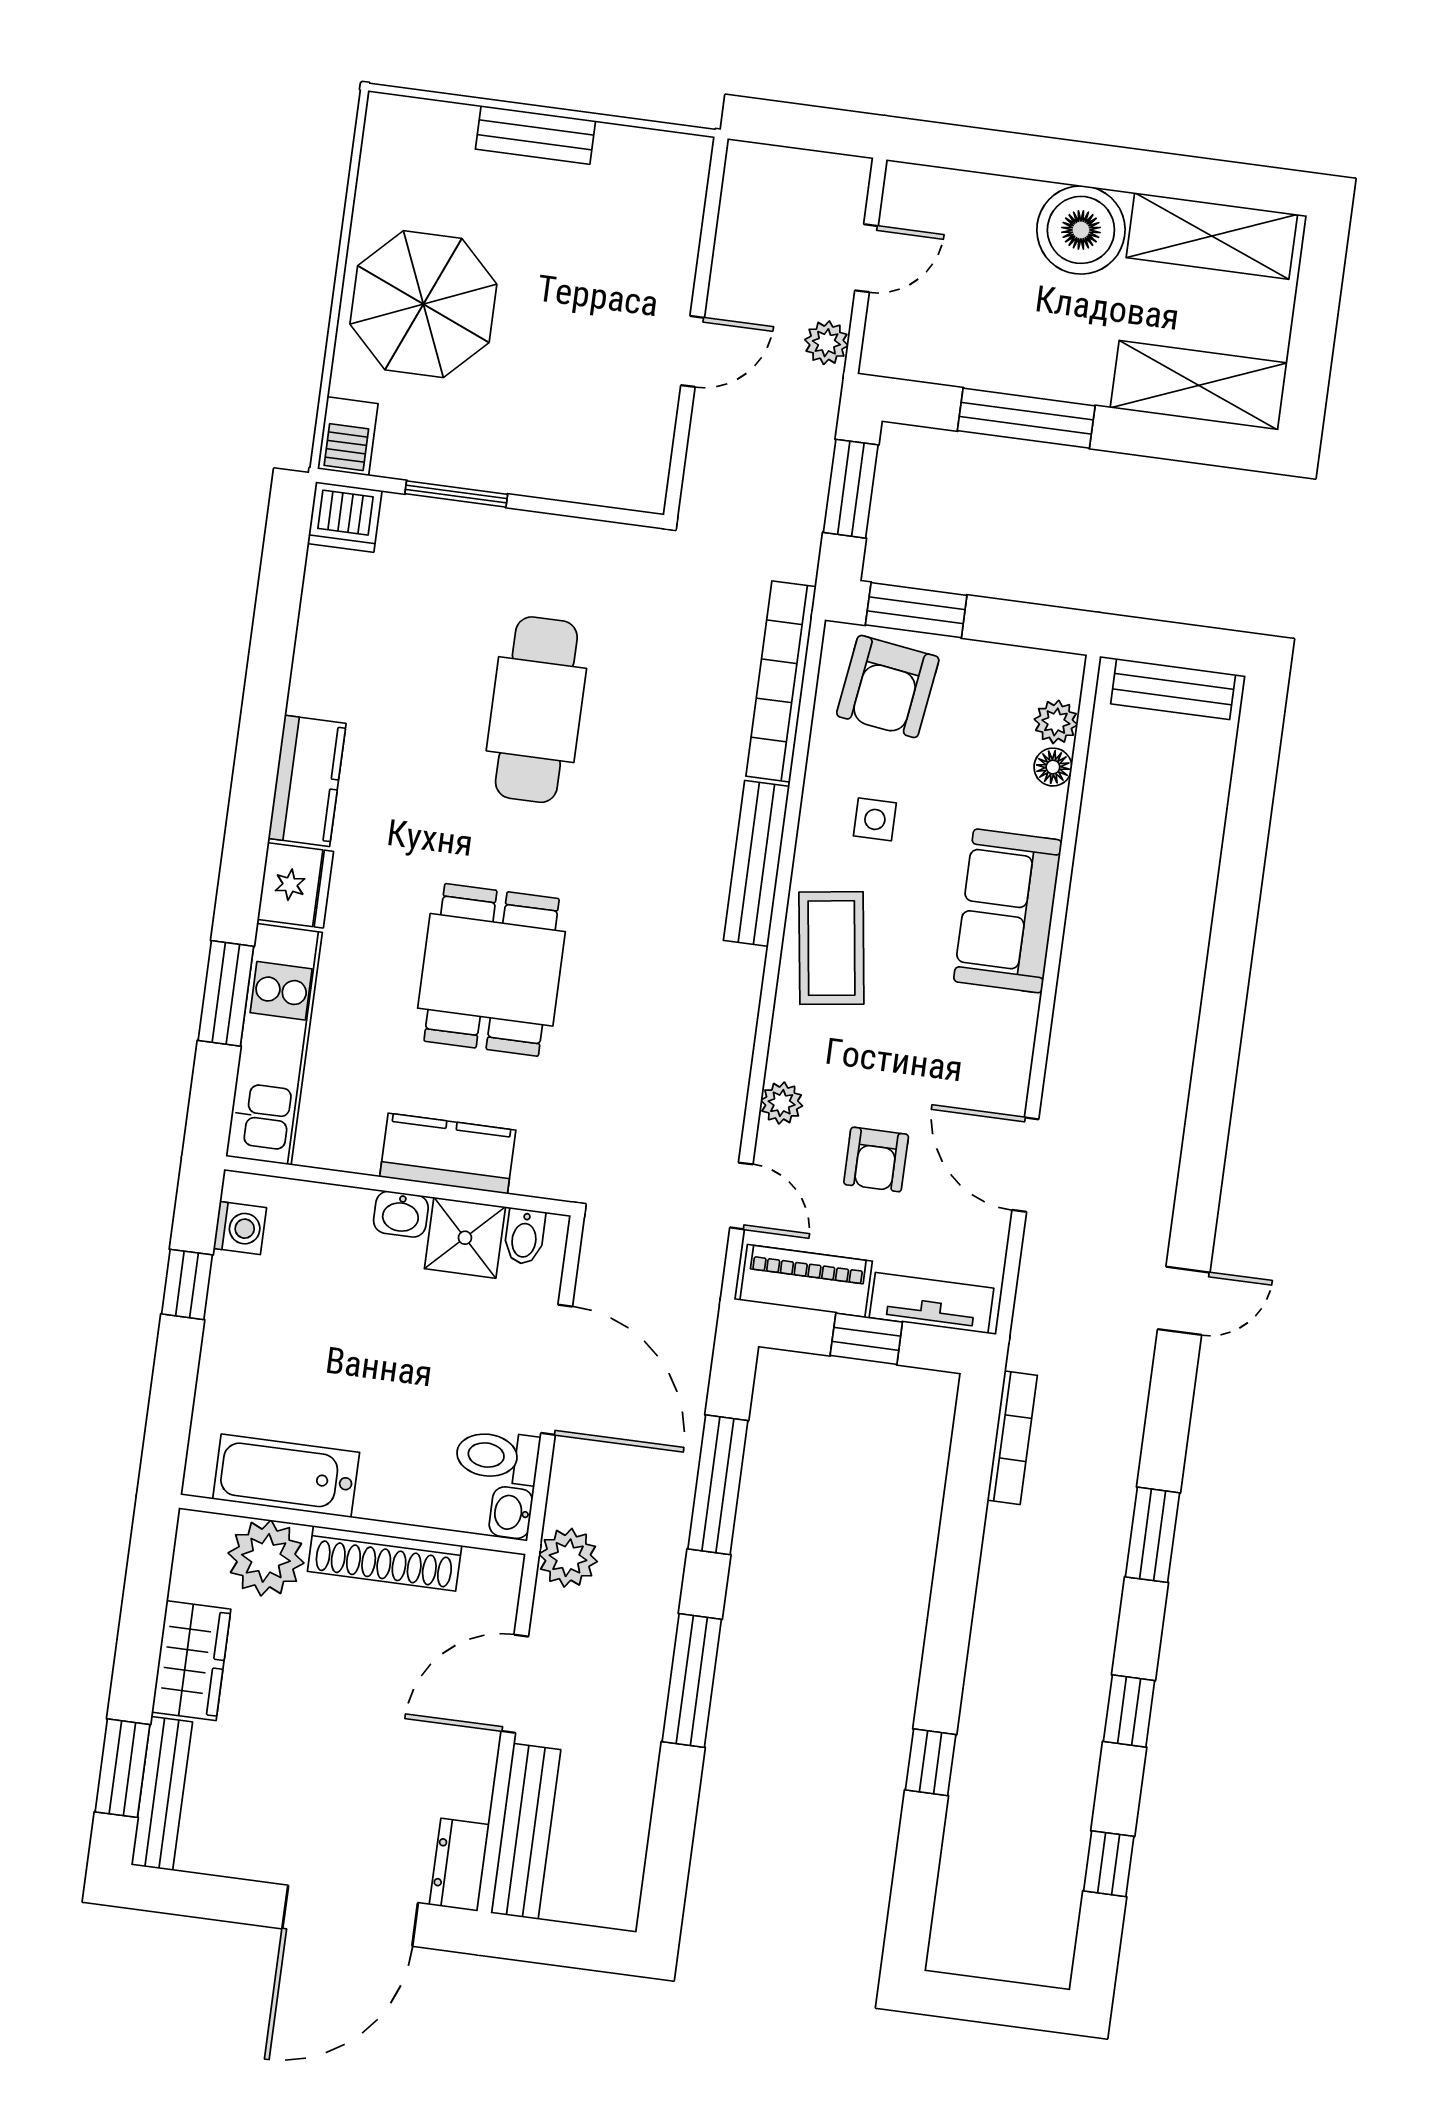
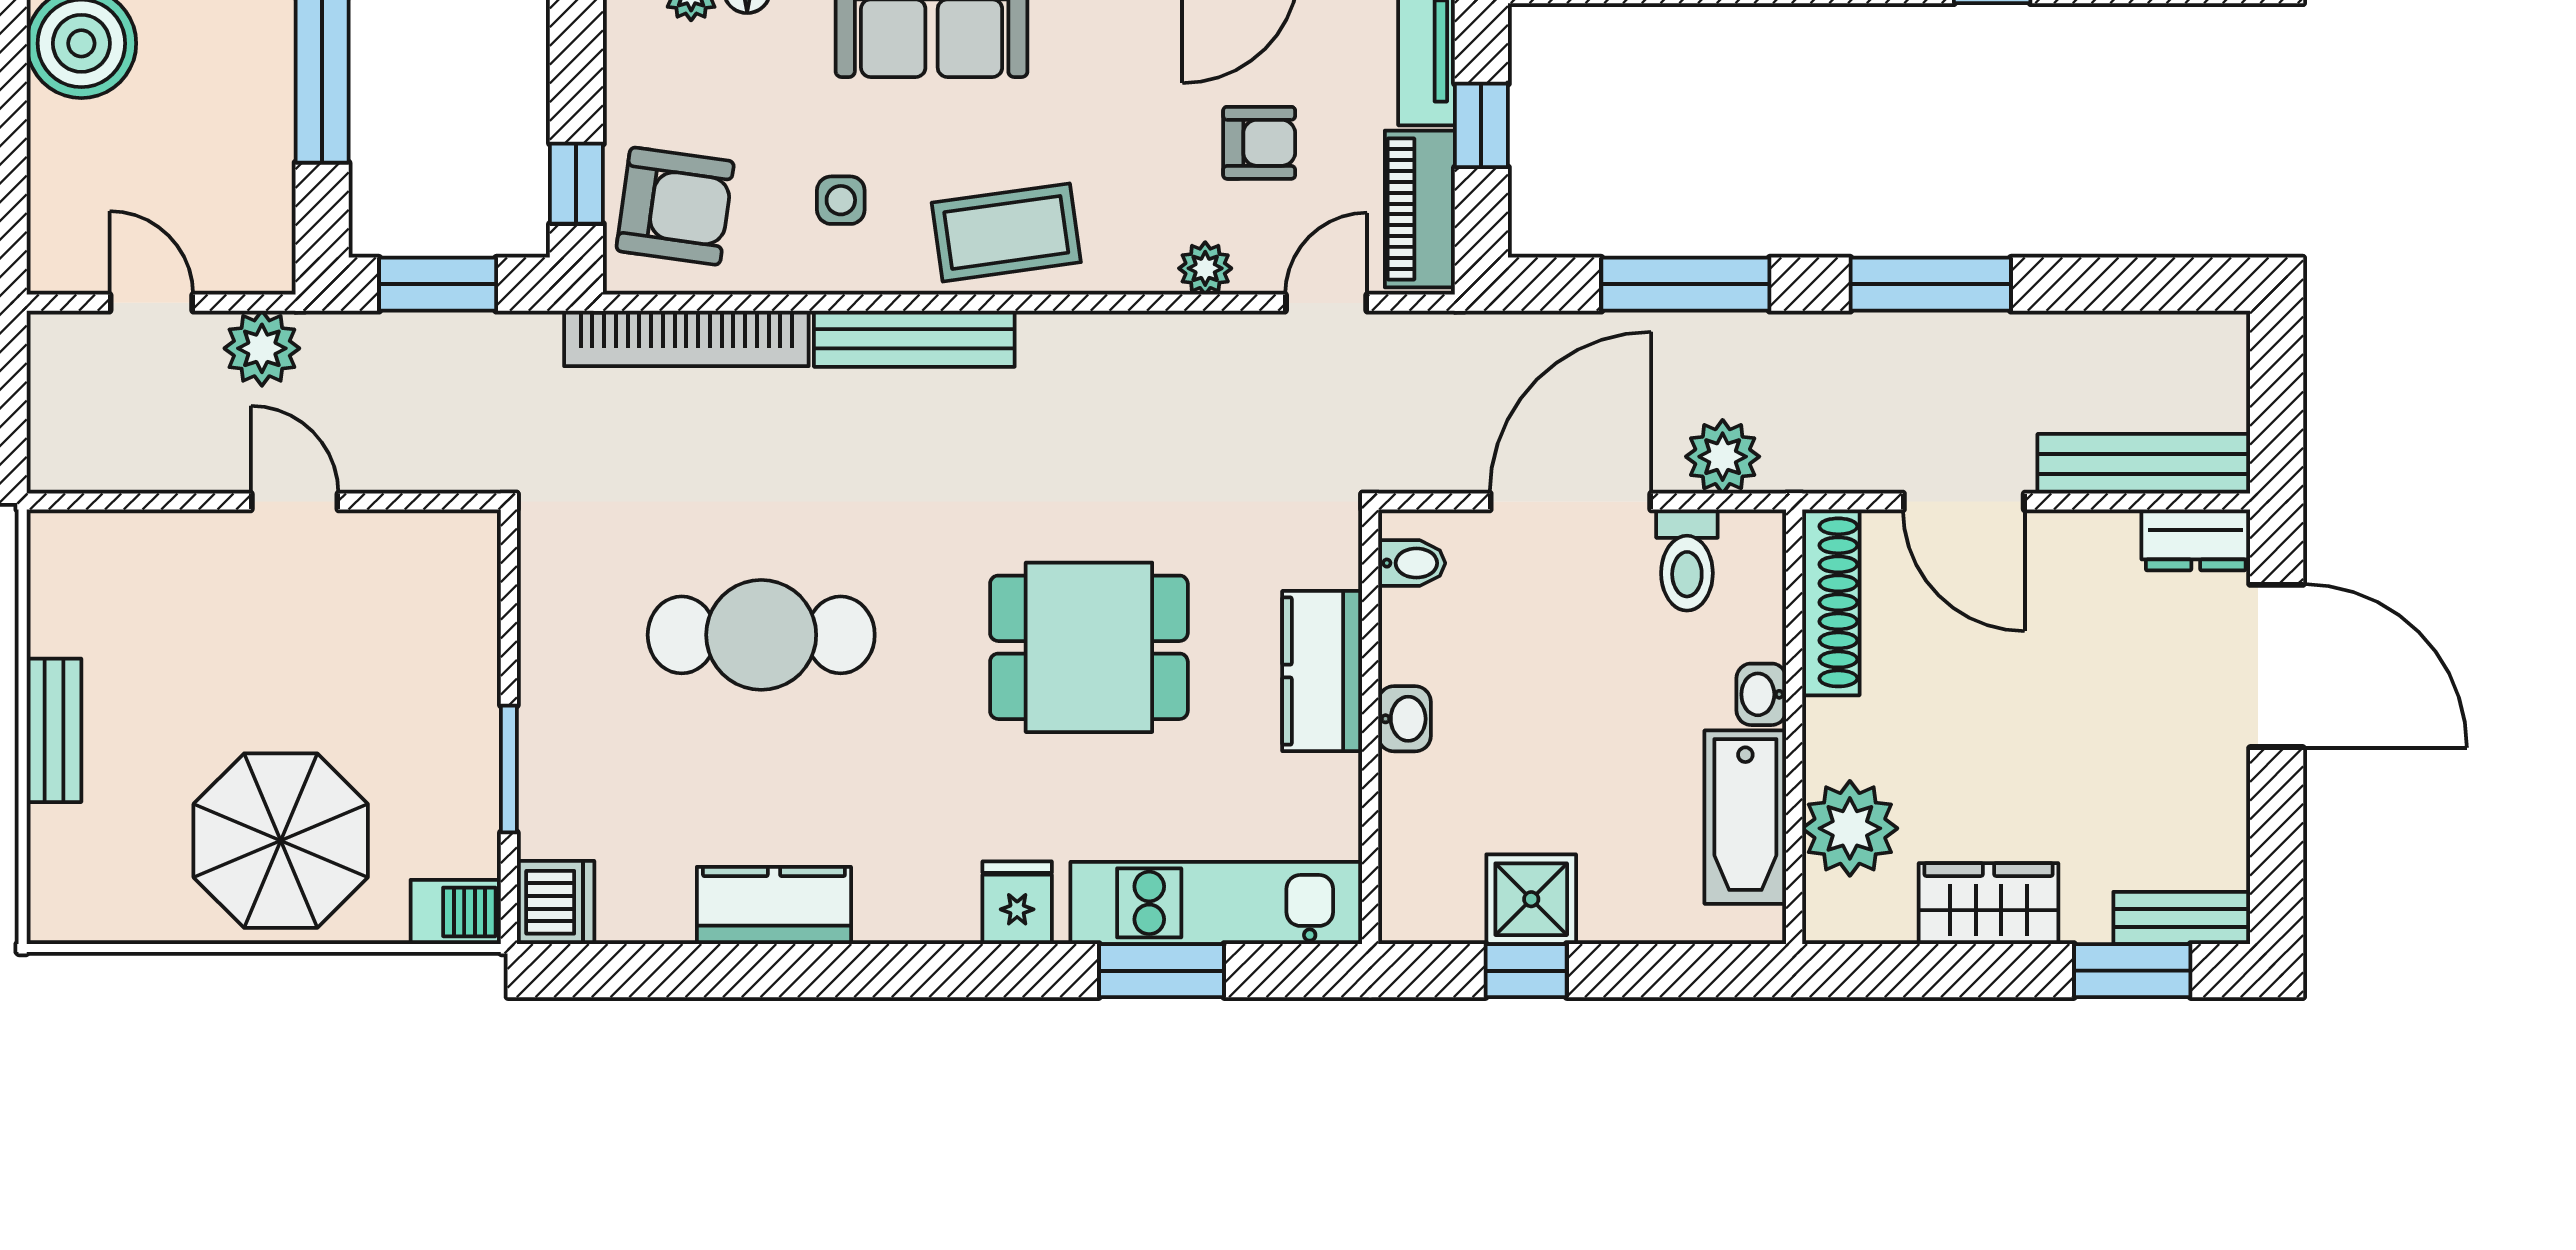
plant: (826, 343) -> (262, 348), width x1.38, depth x1.38
window: (916, 610) -> (576, 184), width x0.67
kitchen counter: (307, 781) -> (774, 905), moved
fridge: (295, 885) -> (1017, 903), width x0.72
washing machine: (240, 1228) -> (1448, 915), removed
shower: (465, 1238) -> (1531, 899), moved
washbasin: (511, 1513) -> (1761, 694), moved, turned 90
shoe rack: (385, 1558) -> (1831, 602), moved
plant: (568, 1558) -> (1723, 457), moved
bench: (162, 1793) -> (2182, 918), width x0.73

